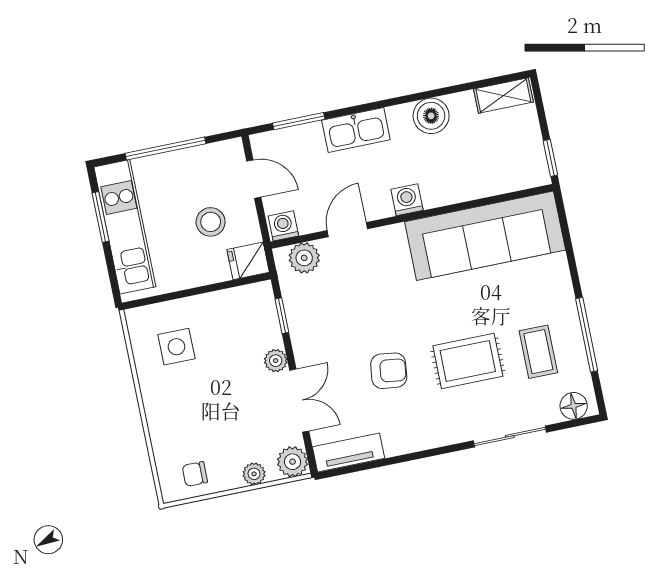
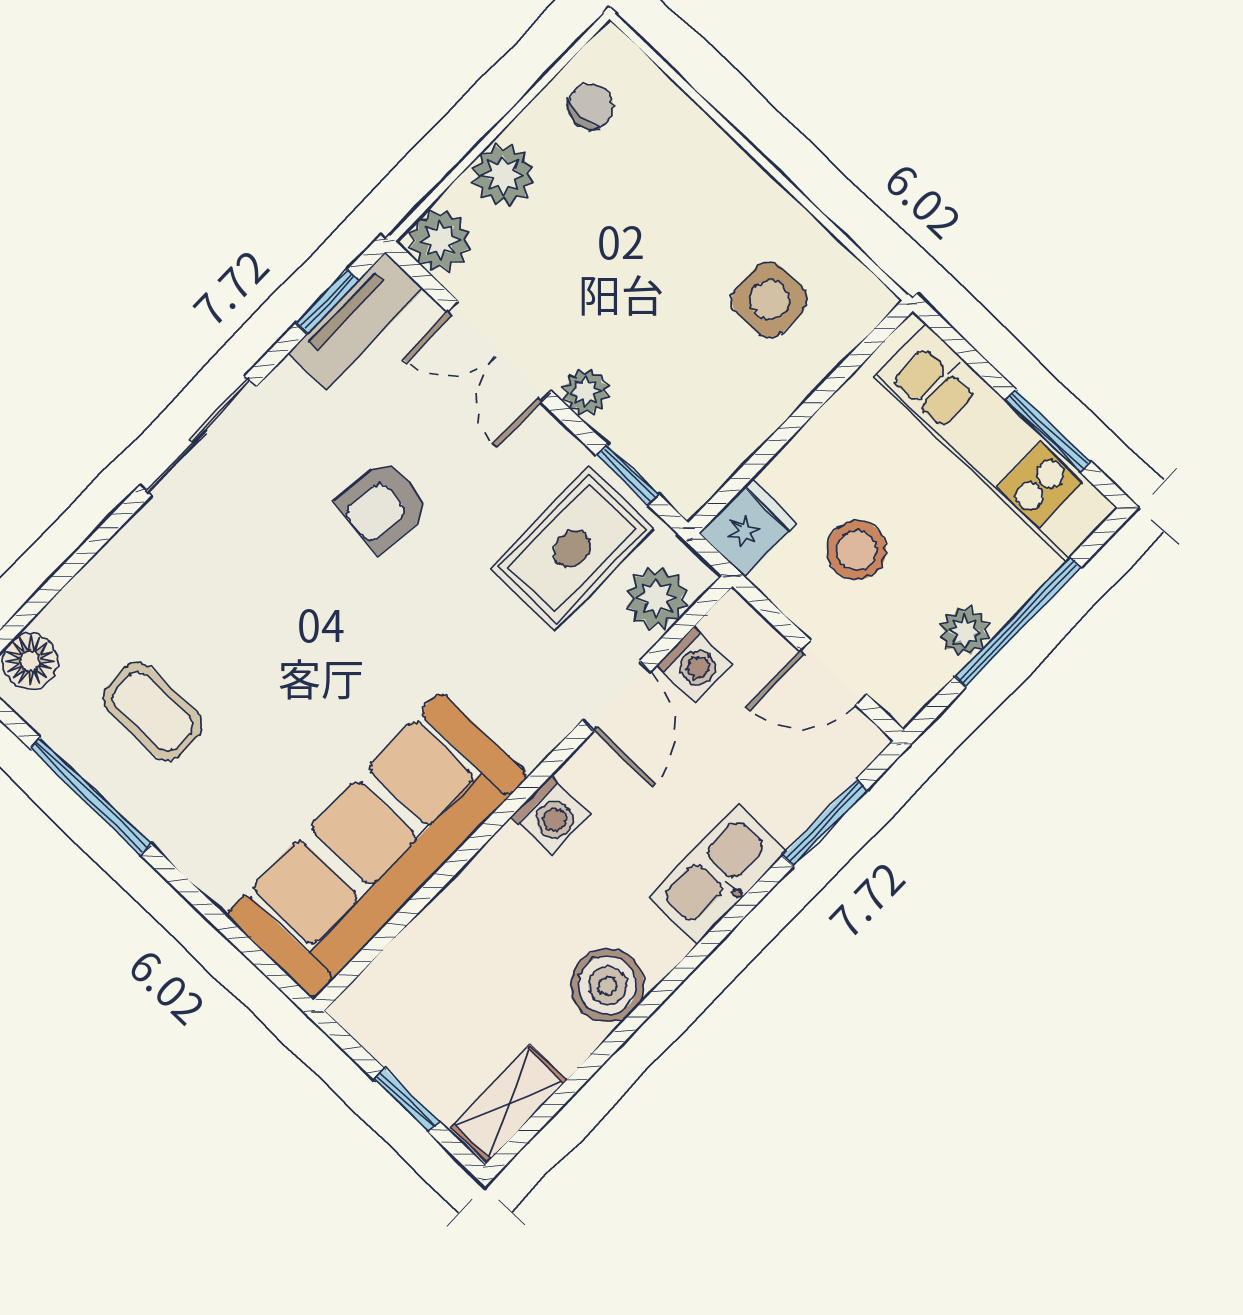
window: (550, 158) -> (407, 1100), moved
plant: (190, 160) -> (964, 631), added
washing machine: (283, 226) -> (694, 664), moved
rug: (468, 361) -> (572, 549), moved
sliding door: (510, 436) -> (198, 436), moved
window: (355, 468) -> (327, 301), added
plant: (254, 474) -> (503, 175), width x1.38, depth x1.38

